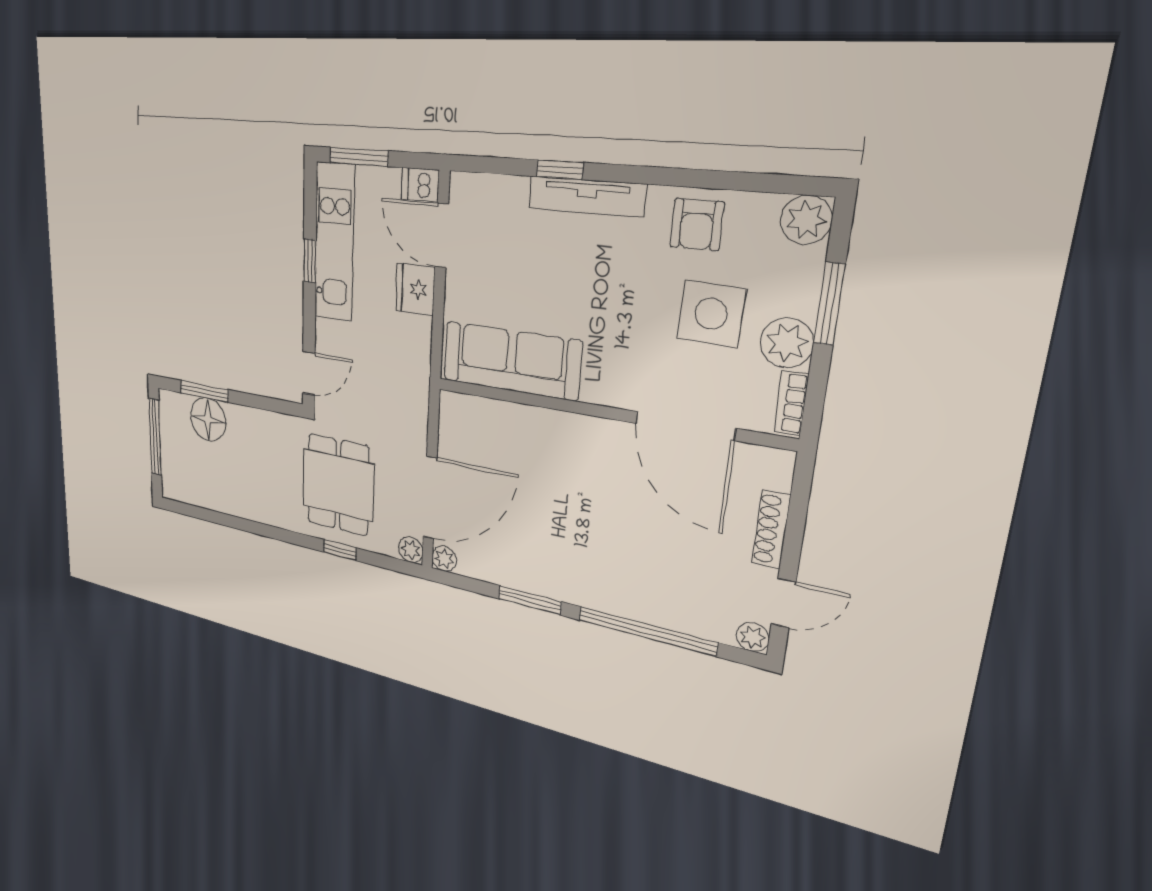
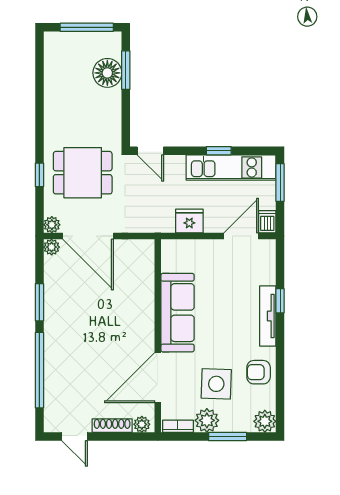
fridge: (415, 289) -> (189, 221), moved
sofa: (511, 361) -> (178, 313), moved
plant: (753, 637) -> (142, 424), moved

